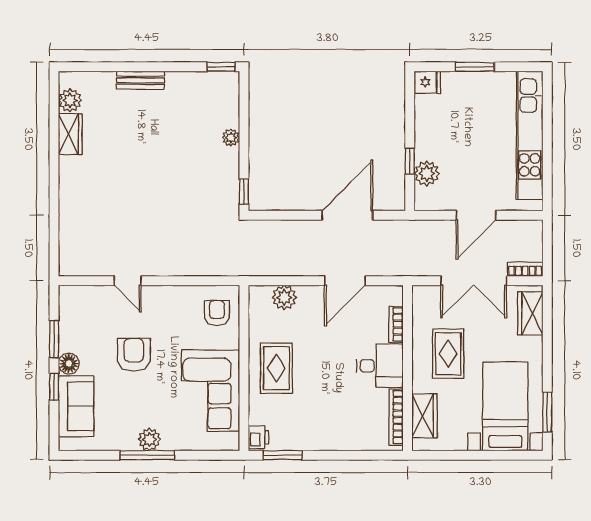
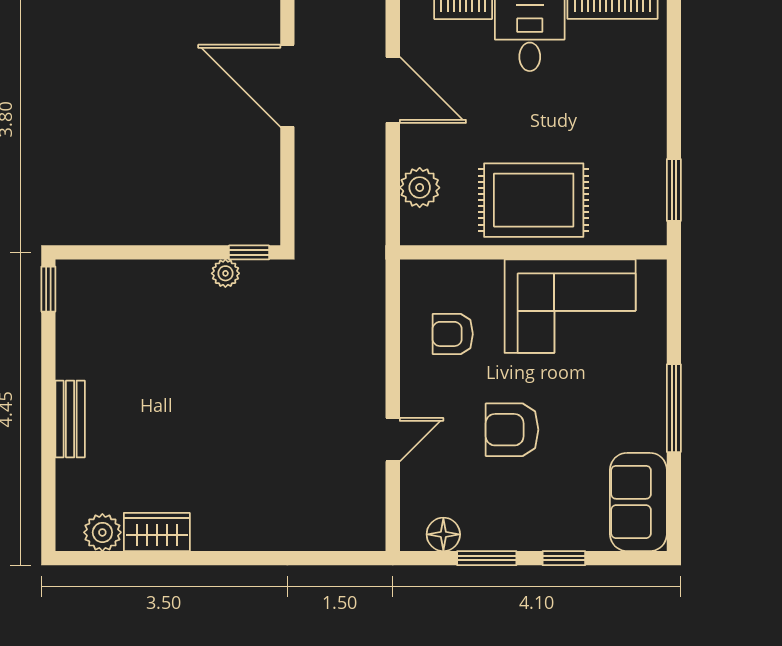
plant: (231, 138) -> (225, 273), moved
armchair: (217, 313) -> (453, 334), moved
floor lamp: (69, 364) -> (443, 534), moved
rug: (276, 368) -> (534, 200), width x1.36, depth x1.43
sofa: (76, 406) -> (638, 502), moved, turned -90
printer: (259, 437) -> (645, 229), removed
plant: (149, 440) -> (649, 405), removed

